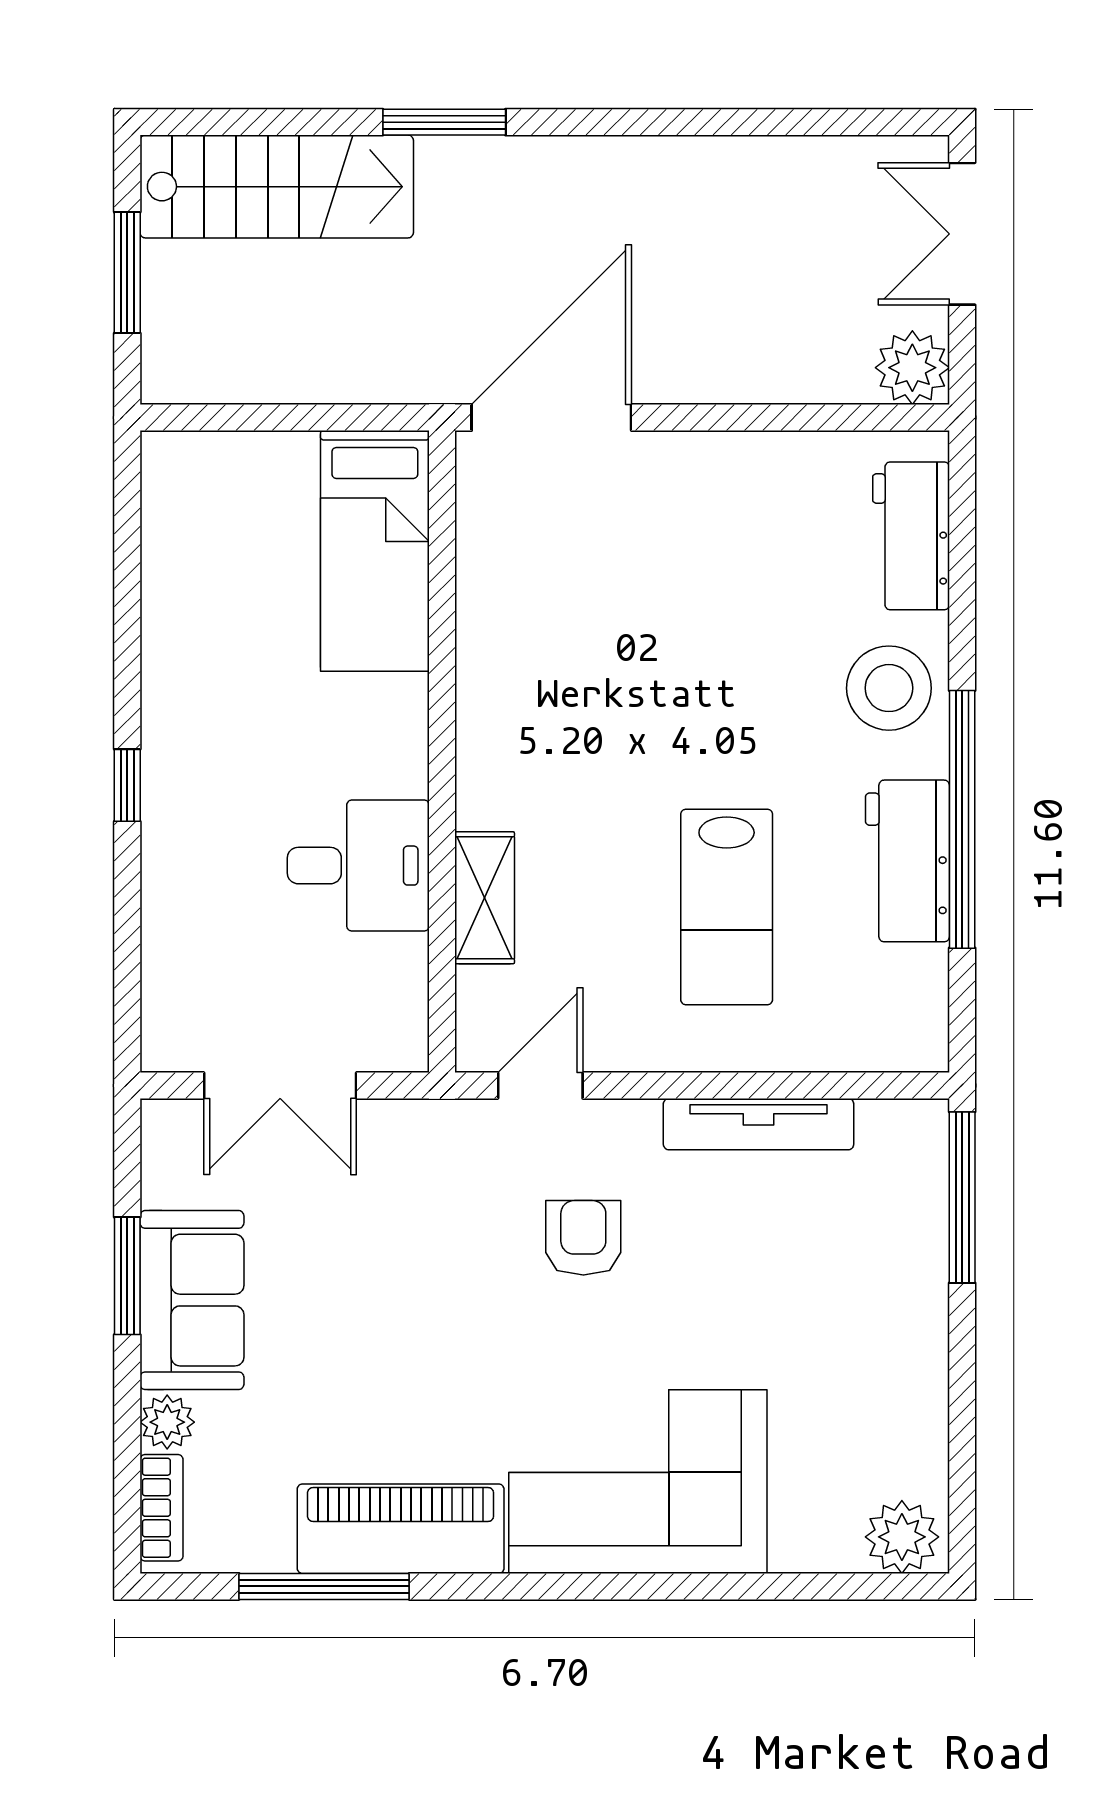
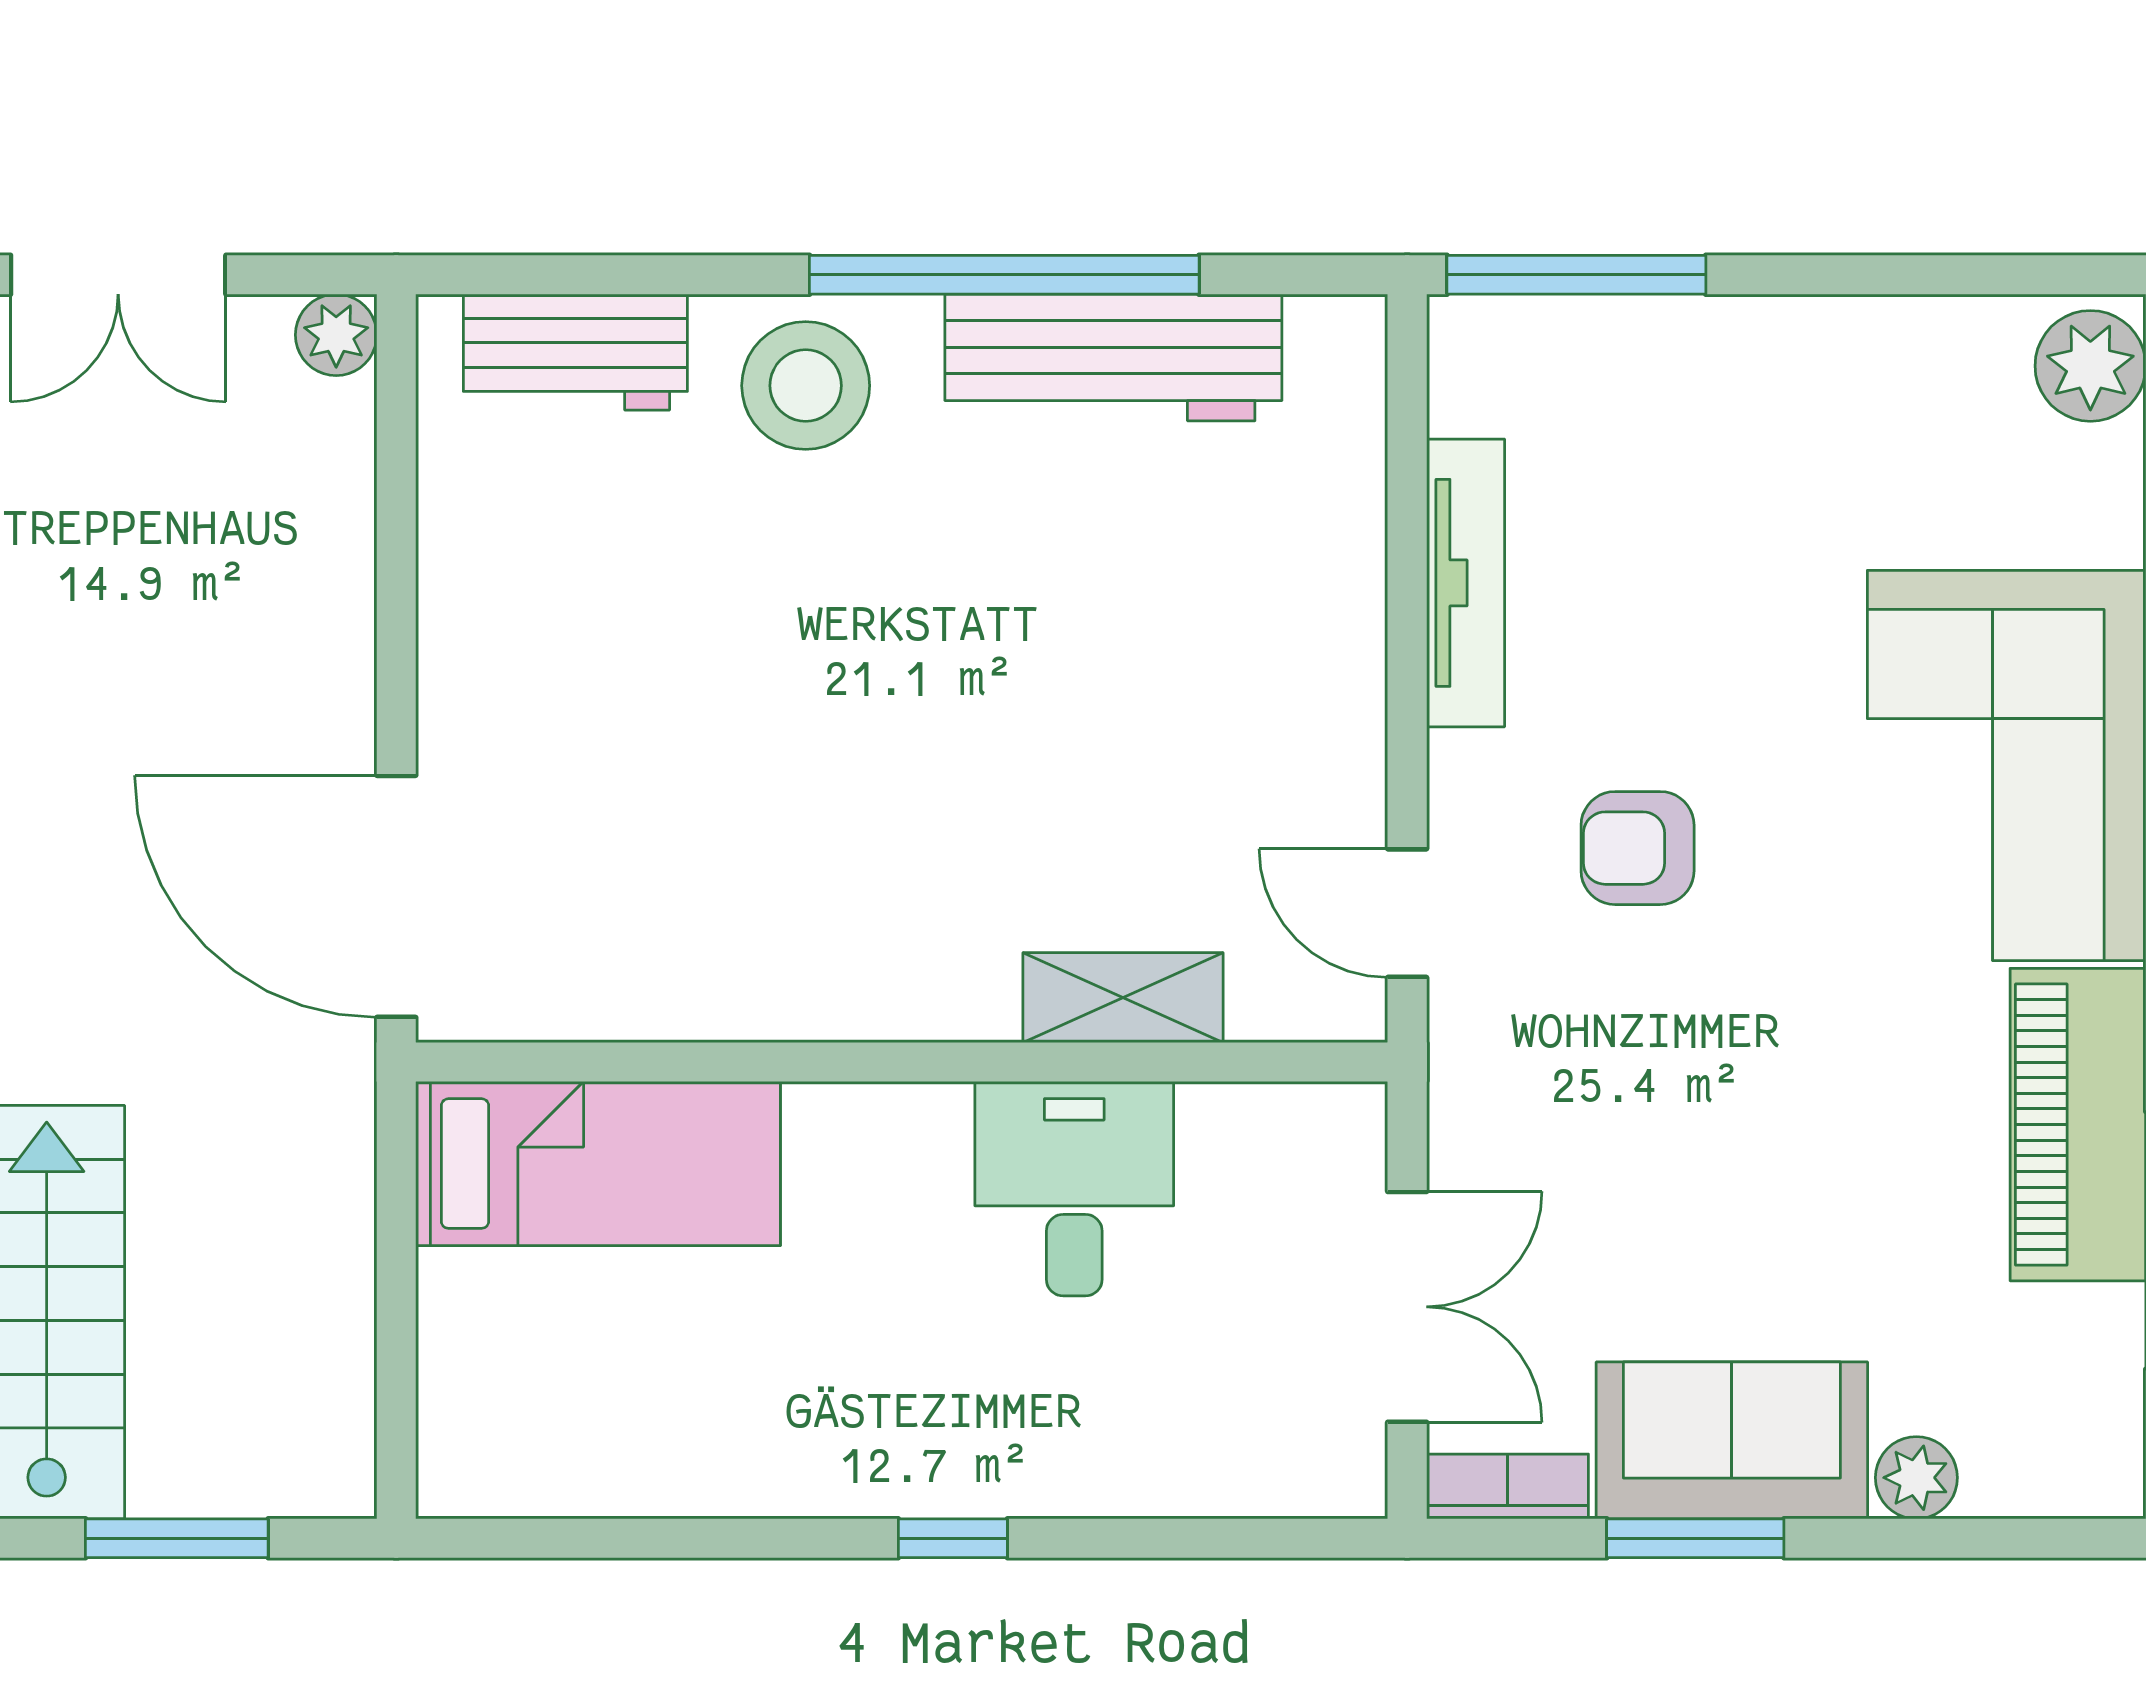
plant: (912, 368) -> (336, 335), width x0.73, depth x0.73
workbench: (907, 861) -> (1113, 358), width x1.38
lab bench: (727, 907) -> (1137, 631), removed
bookcase: (161, 1508) -> (1507, 1486), moved

